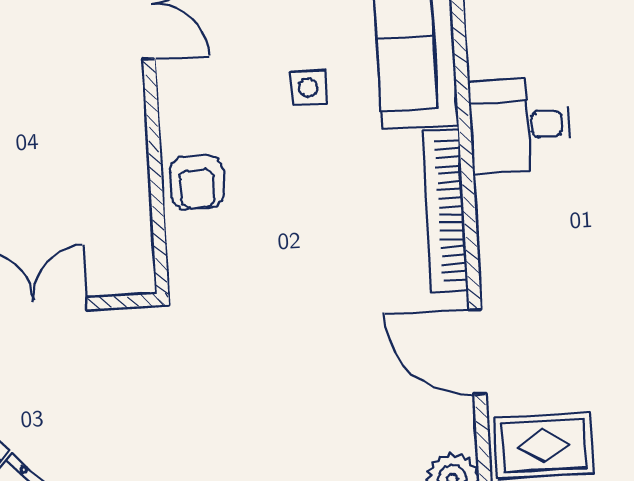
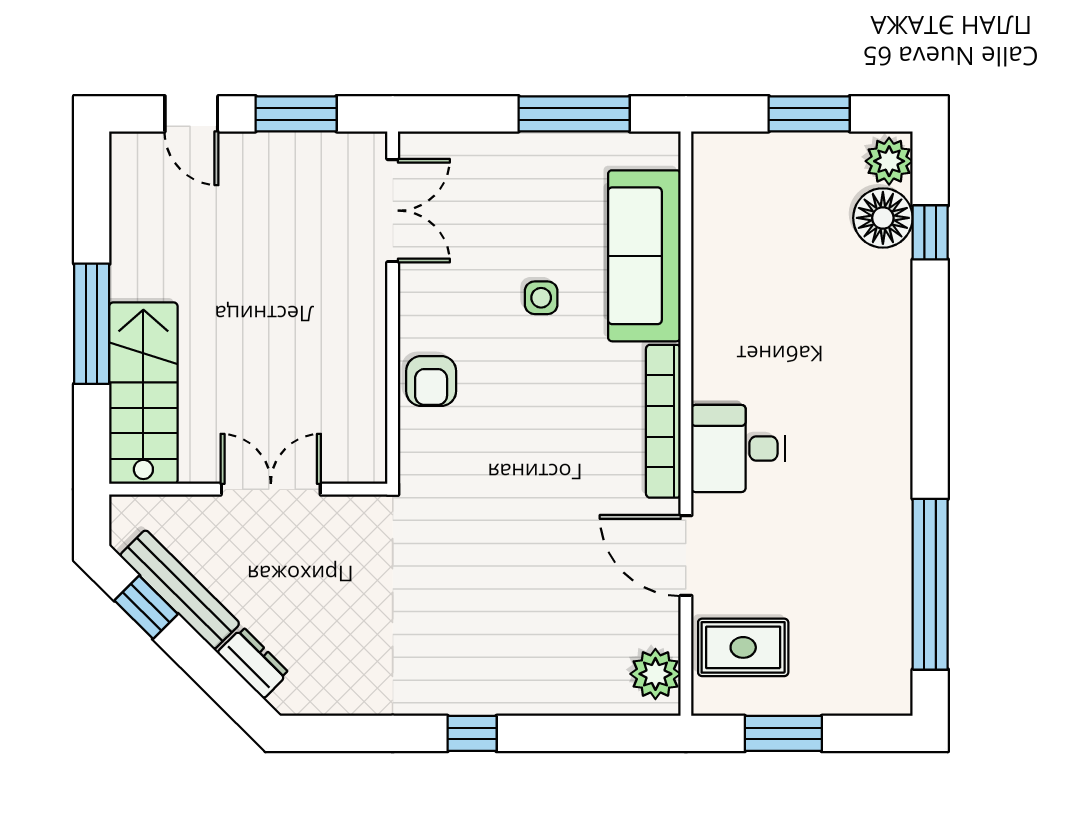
desk: (520, 125) -> (738, 448), moved

